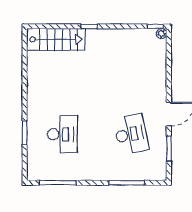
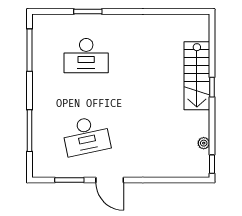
plant: (162, 34) -> (204, 143), moved
stairs: (56, 39) -> (197, 76), moved

